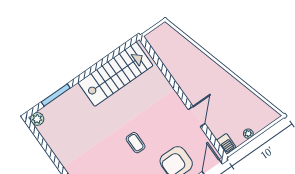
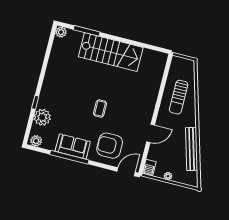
sun lounger: (186, 64) -> (179, 97), added
stairs: (115, 74) -> (111, 52), moved
bench: (242, 92) -> (192, 149), added

